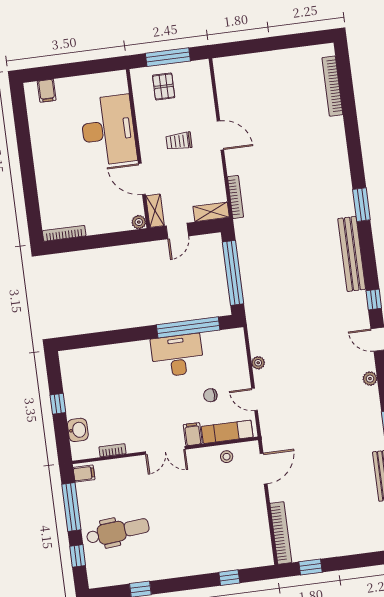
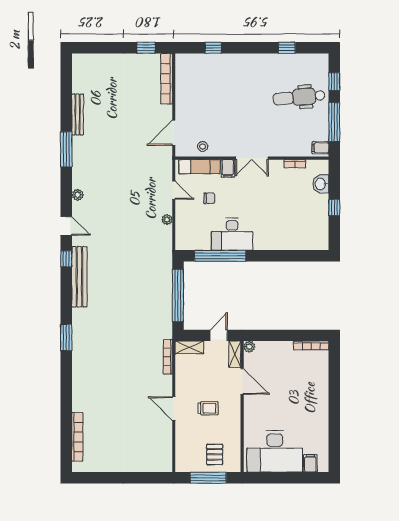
desk: (108, 130) -> (275, 451), moved, turned -90
bench: (352, 254) -> (79, 277), moved
double door: (165, 450) -> (252, 158), swing flipped

